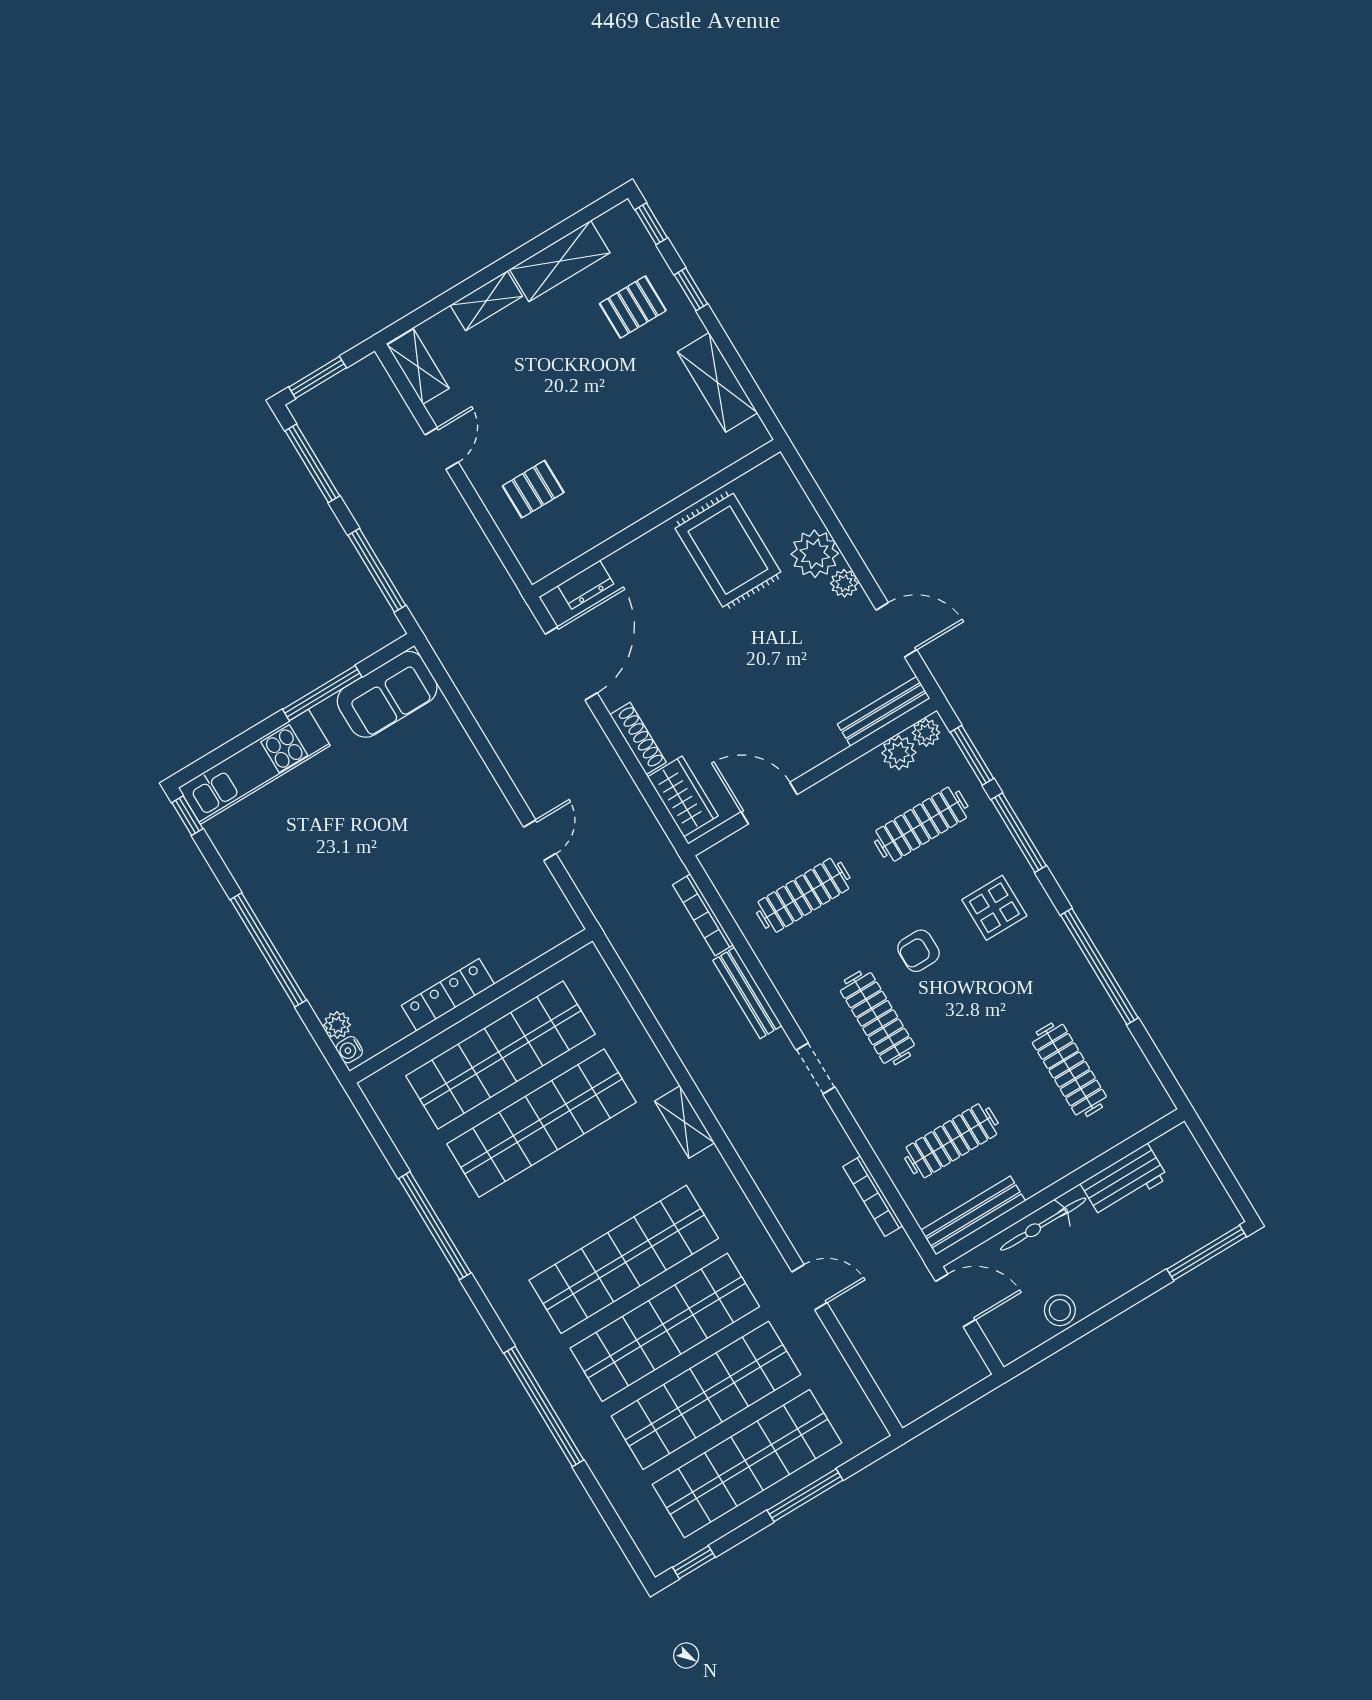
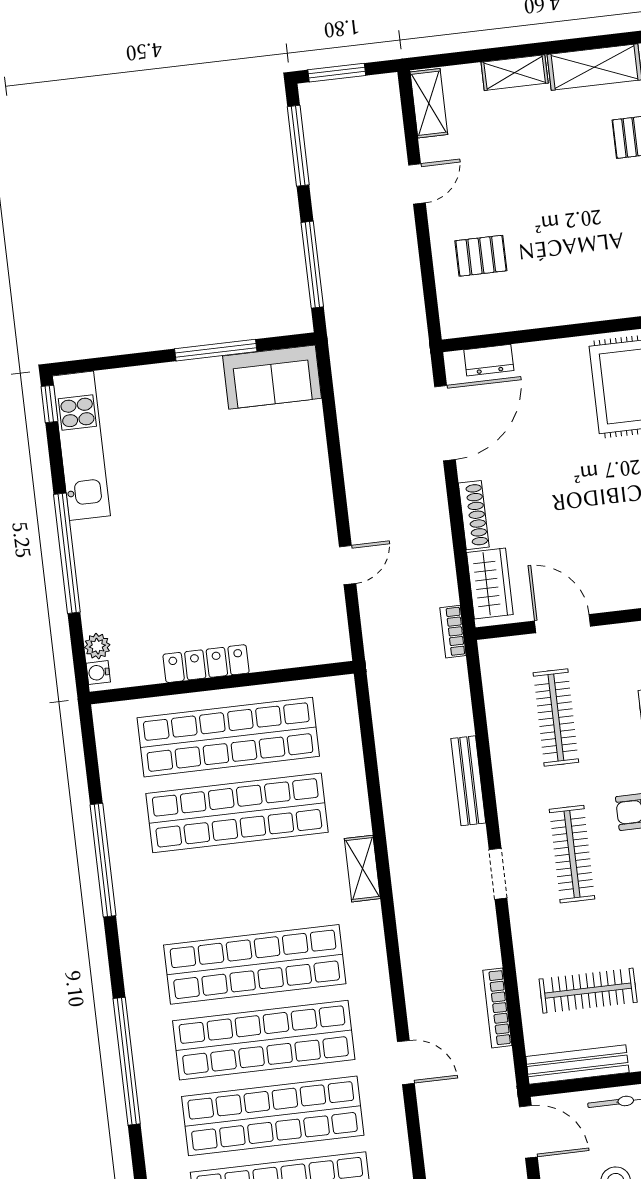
kitchen unit: (254, 767) -> (81, 446), moved, turned -90
clothes rail: (803, 895) -> (556, 718), turned 90
bookcase: (703, 915) -> (453, 632), moved, width x0.64

